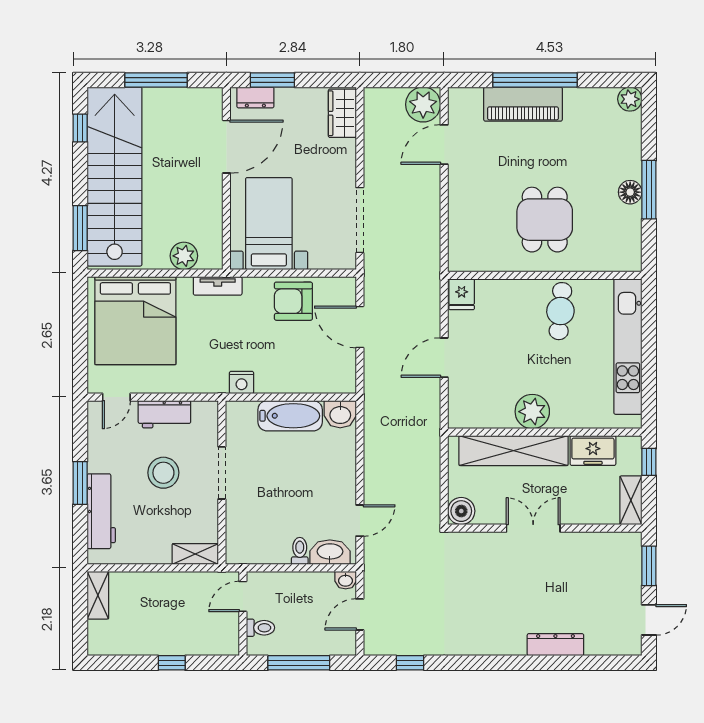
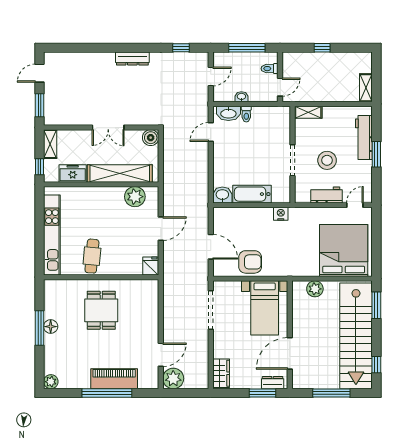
tv unit: (218, 286) -> (295, 271), removed
plant: (532, 412) -> (135, 197), moved
washbasin: (346, 580) -> (241, 97), moved
dresser: (555, 645) -> (132, 59), moved

